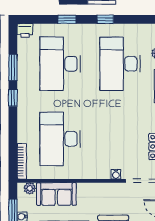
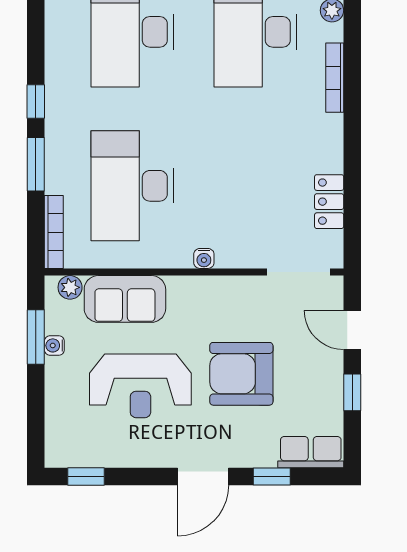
window: (13, 67) -> (36, 164), moved
water cooler: (116, 174) -> (204, 258), moved

